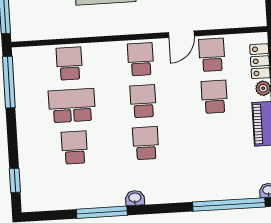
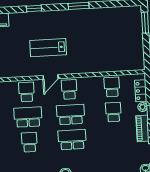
door: (181, 34) -> (51, 77), moved
school desk: (143, 101) -> (71, 115), width x1.85
school desk: (146, 143) -> (72, 140), width x1.85

